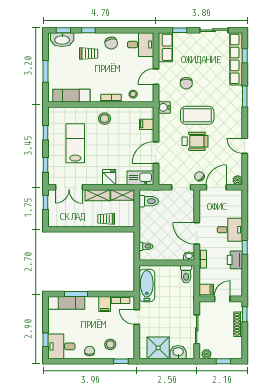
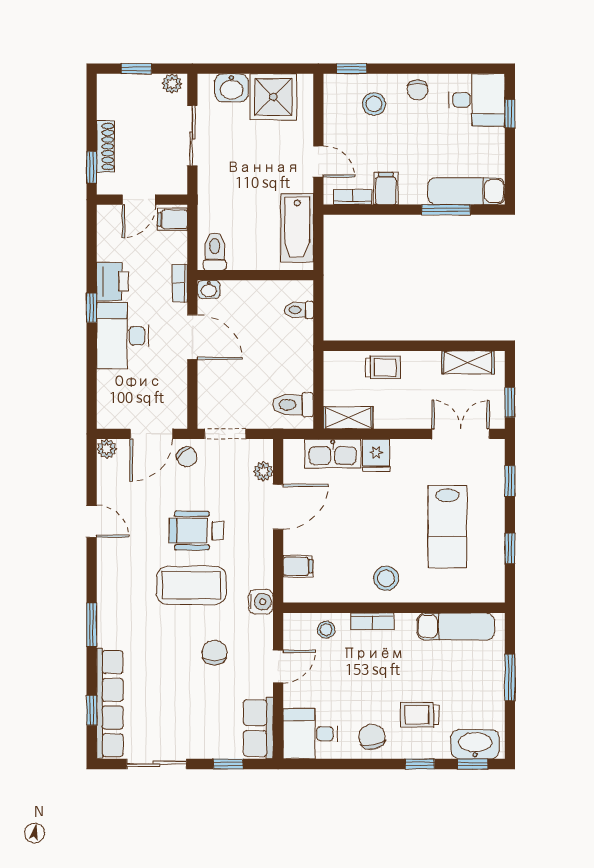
plant: (163, 170) -> (263, 471), added
kitchen sink: (140, 178) -> (333, 454), moved
shelving: (97, 195) -> (468, 362), moved
desk: (230, 230) -> (123, 336), width x1.37

